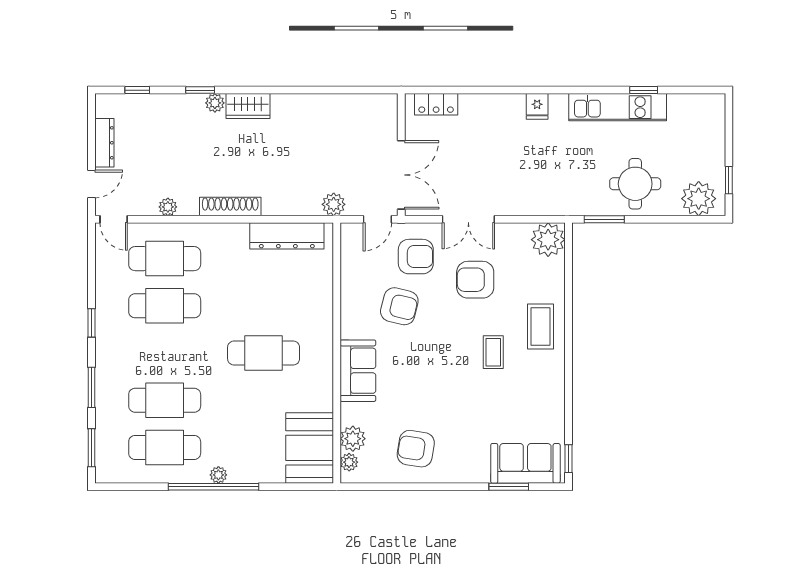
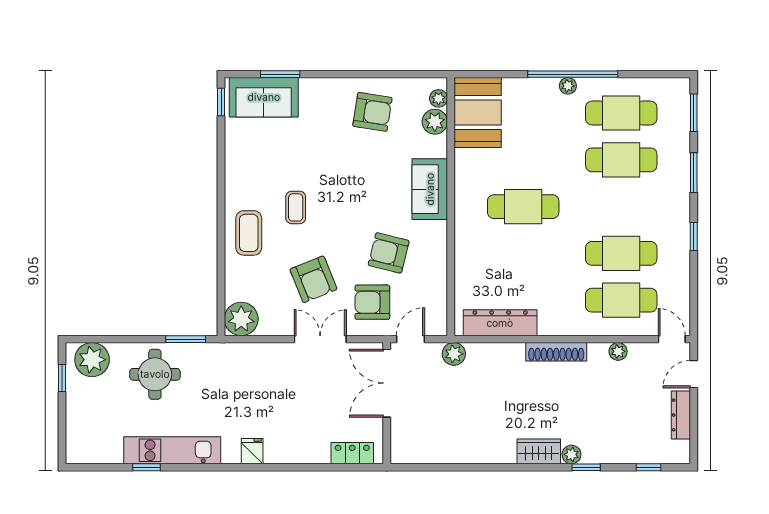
armchair: (475, 280) -> (313, 279), turned 68

